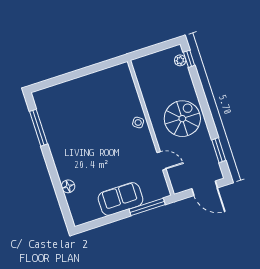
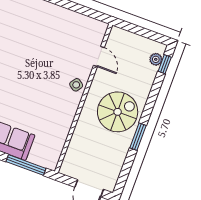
window: (219, 150) -> (138, 137), moved
door: (162, 161) -> (99, 57), moved

